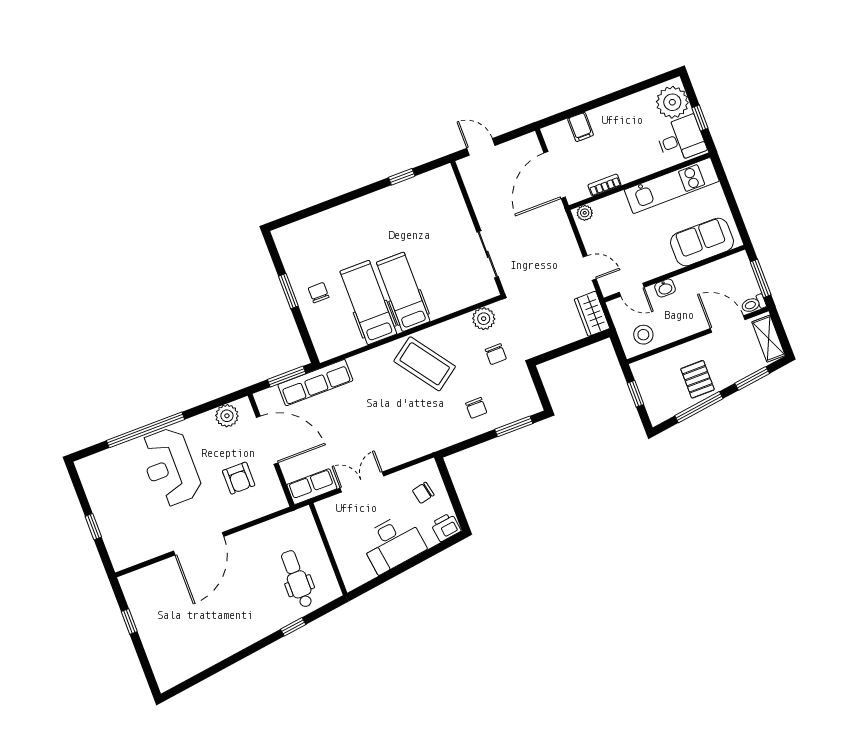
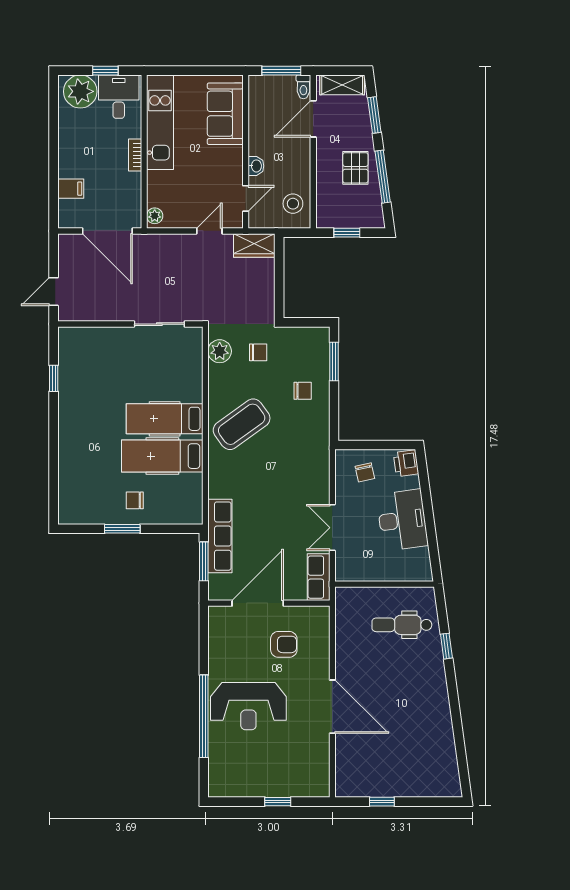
bookcase: (604, 185) -> (135, 155), moved
pallet: (698, 379) -> (355, 168), turned 90
plant: (227, 416) -> (220, 633), removed

